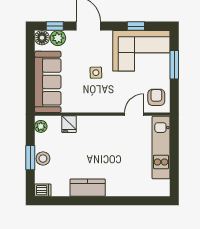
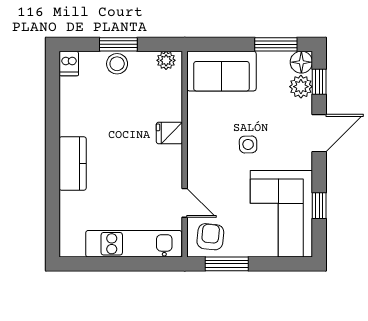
window: (30, 54) -> (276, 44), added
window: (174, 65) -> (227, 264), moved
sofa: (48, 82) -> (221, 71), width x0.73
armchair: (156, 97) -> (210, 237), turned -84
fridge: (69, 124) -> (169, 133), moved
kitchen counter: (88, 188) -> (73, 163), moved

